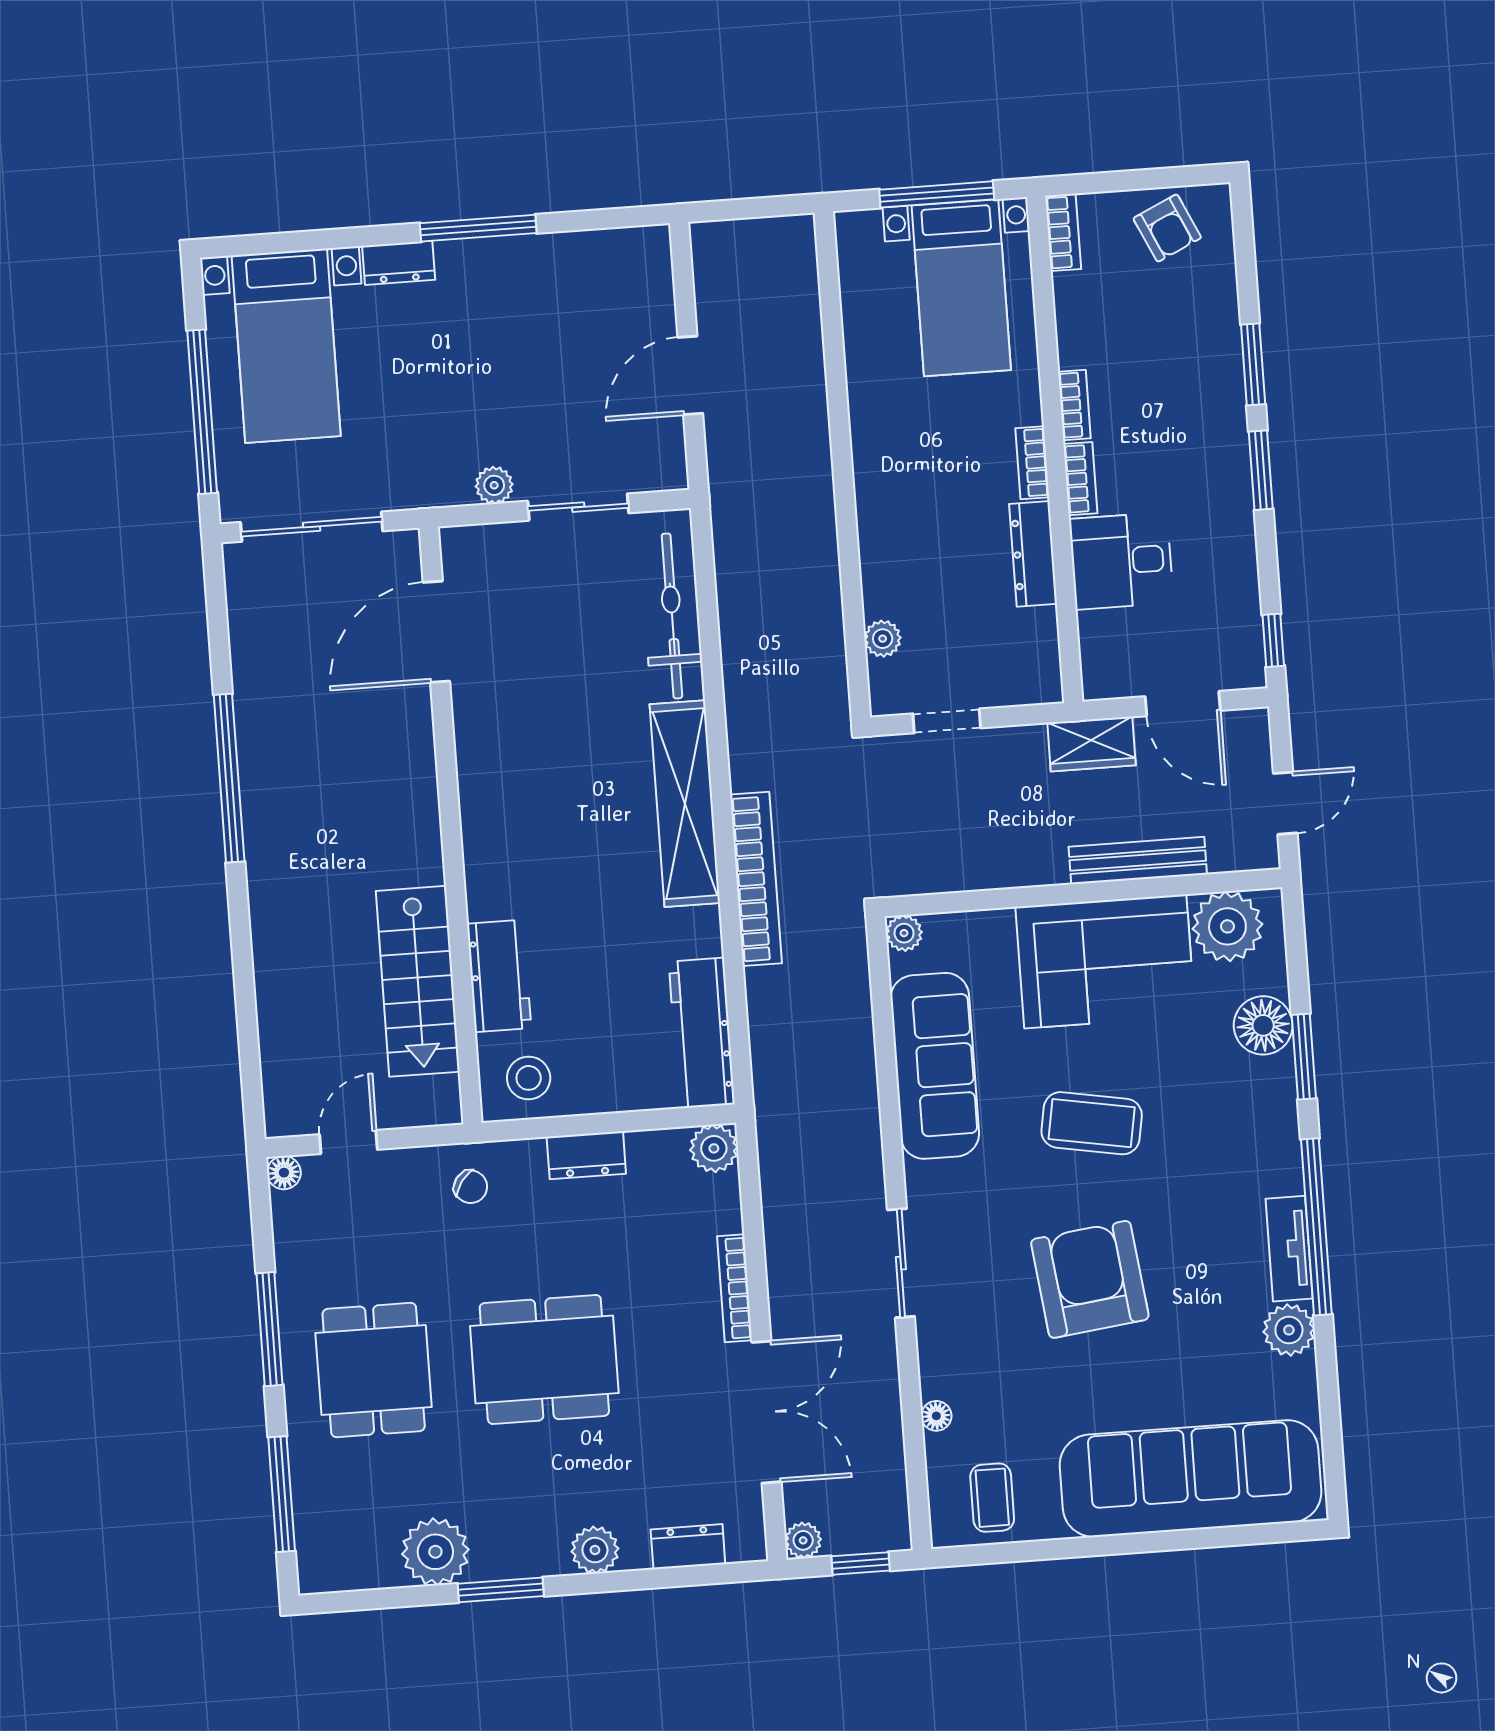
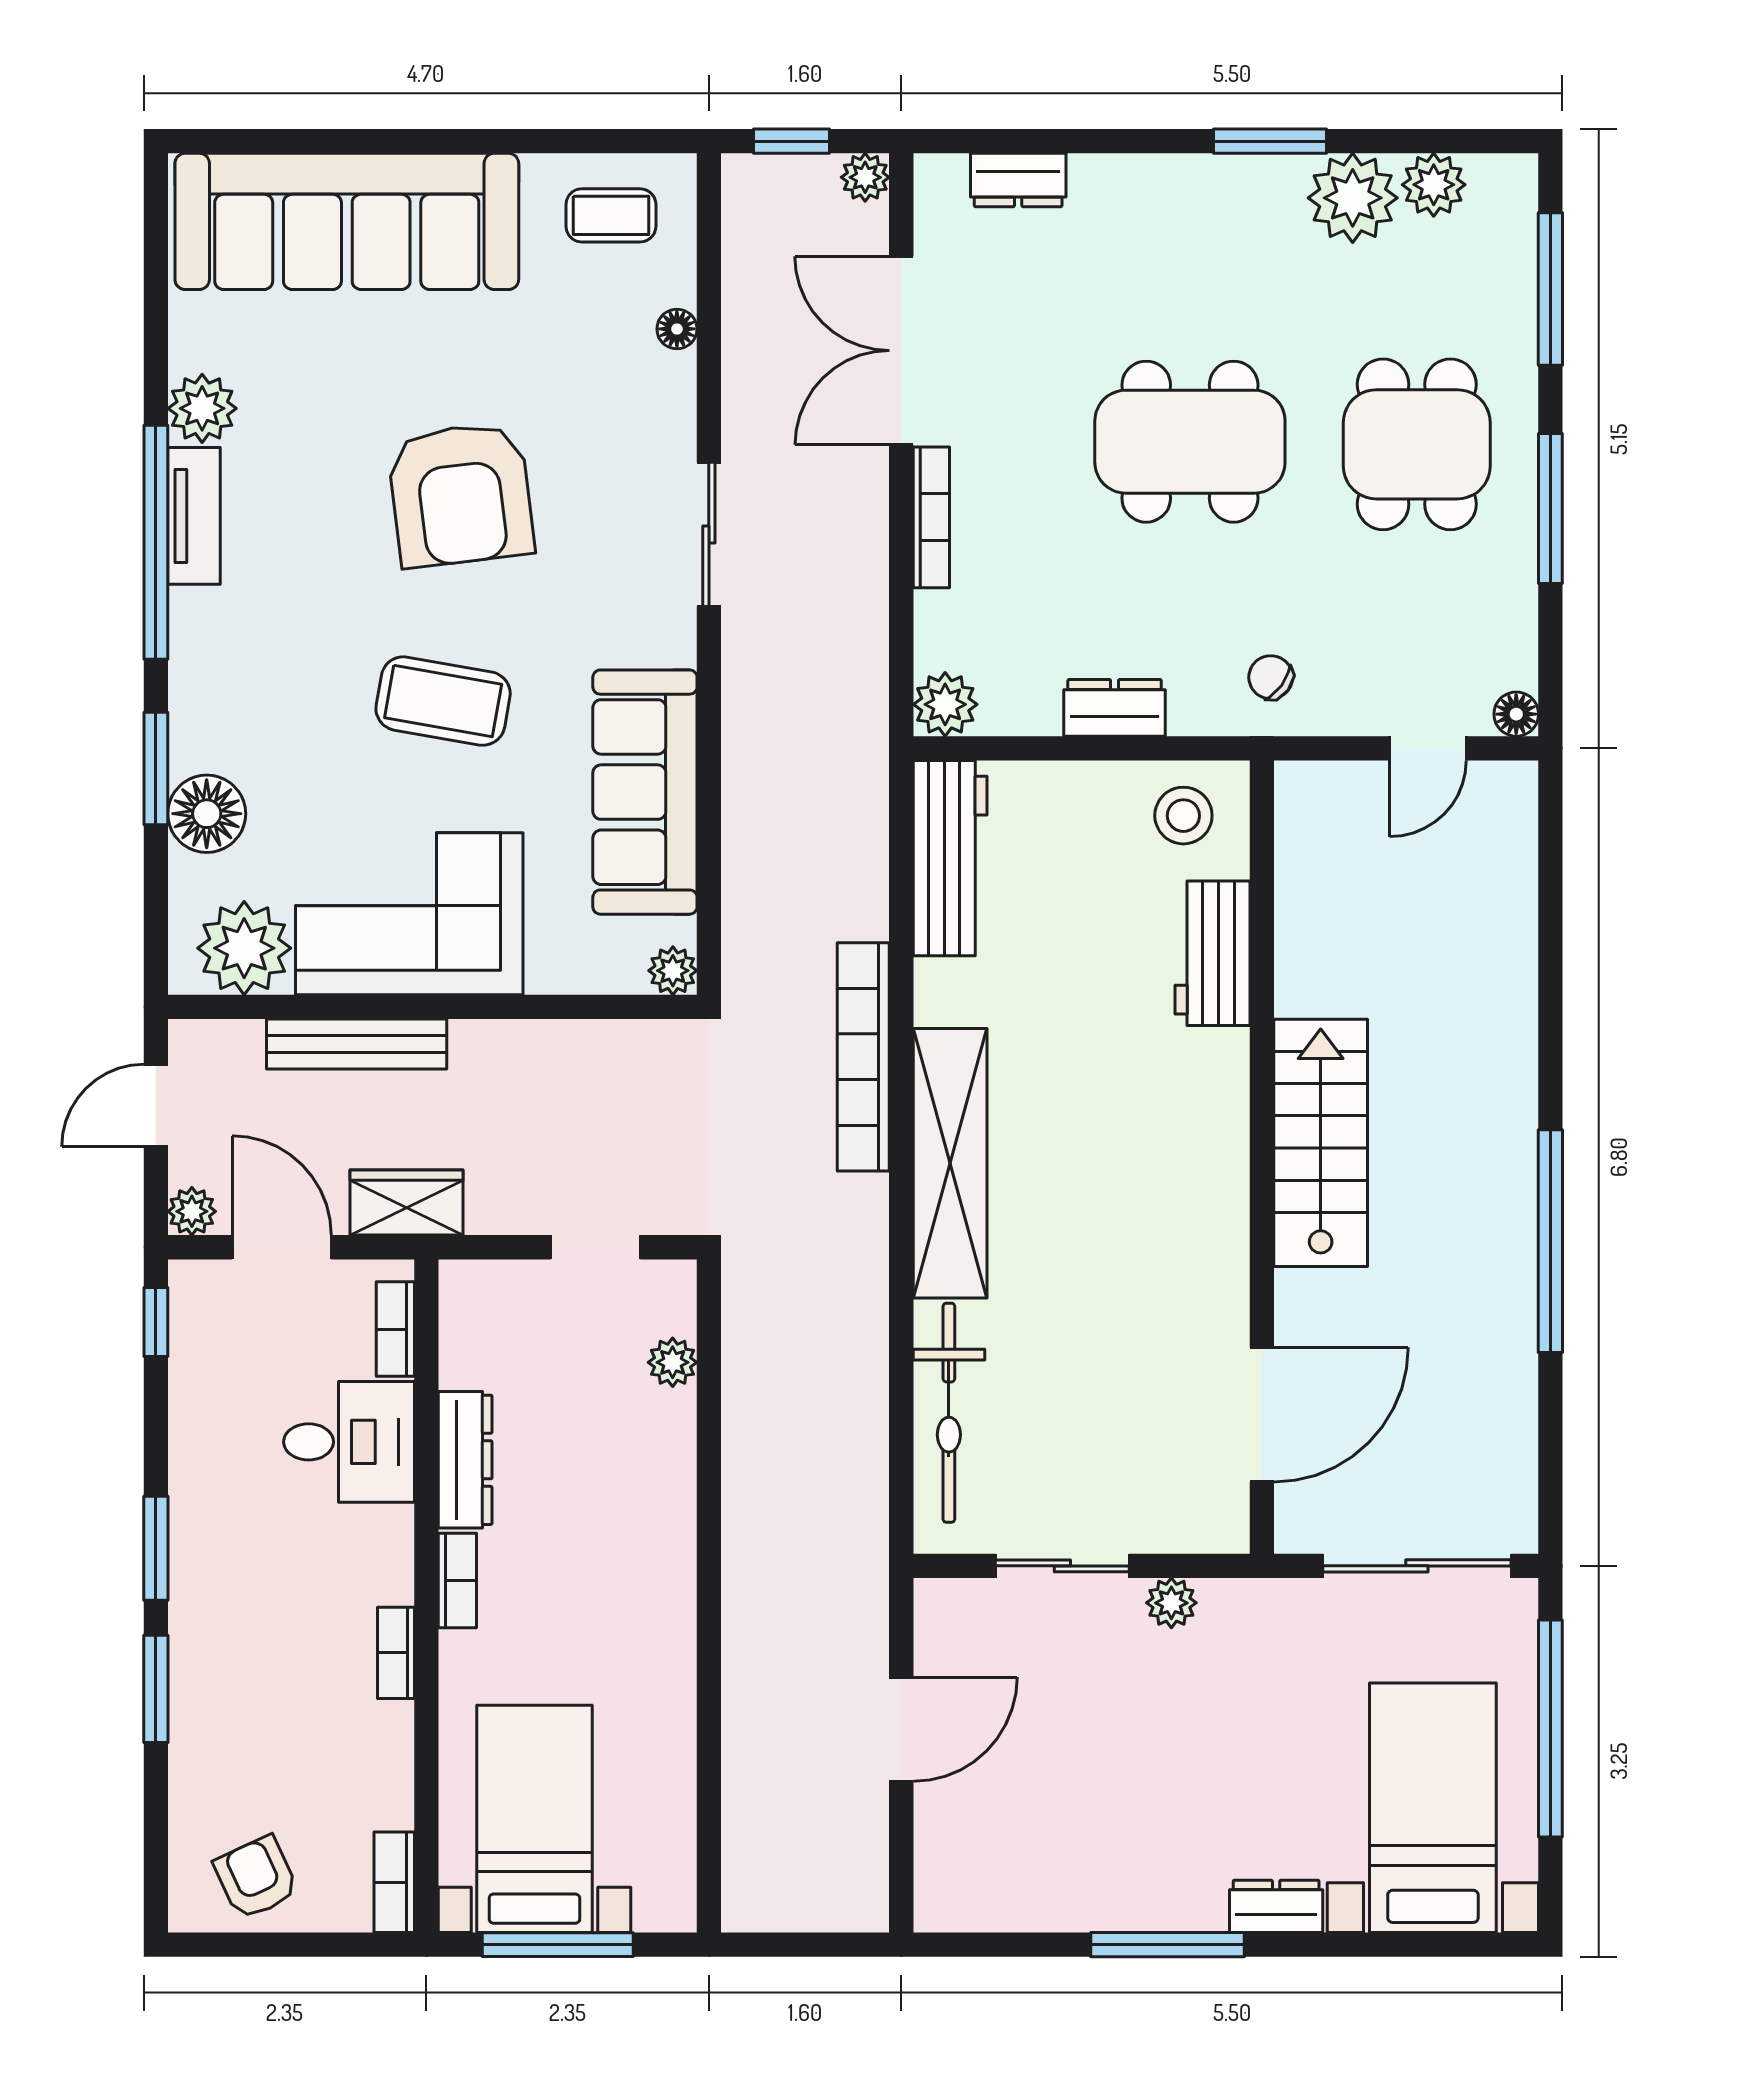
bookcase: (1080, 479) -> (395, 1329), moved
plant: (1252, 726) -> (192, 1211), added
stairs: (418, 981) -> (1321, 1143), moved
coffee table: (992, 1498) -> (611, 215), turned 90
plant: (595, 1550) -> (1434, 185), moved

